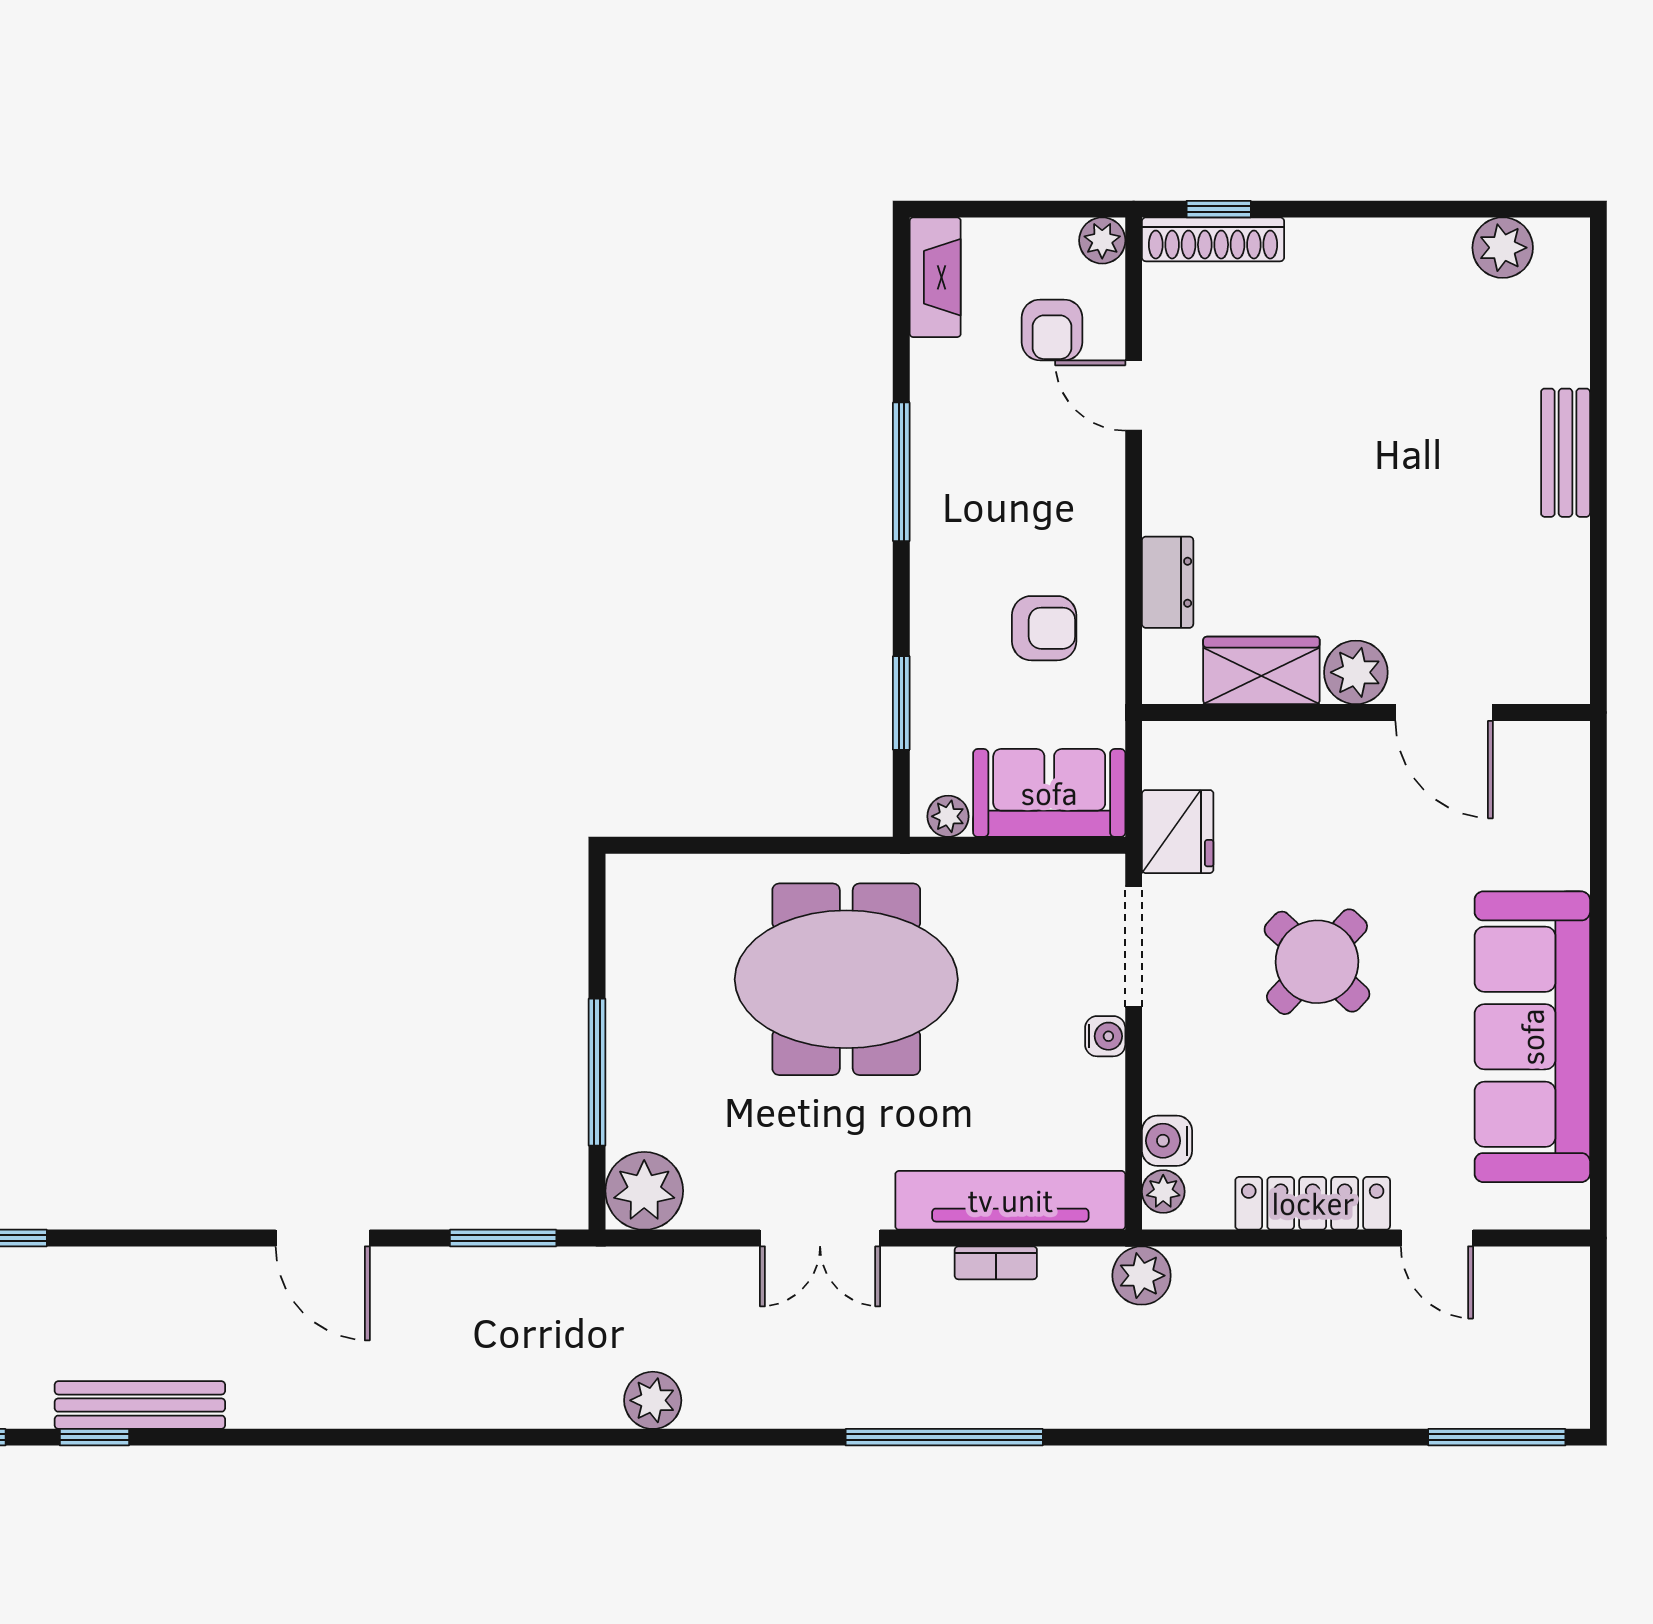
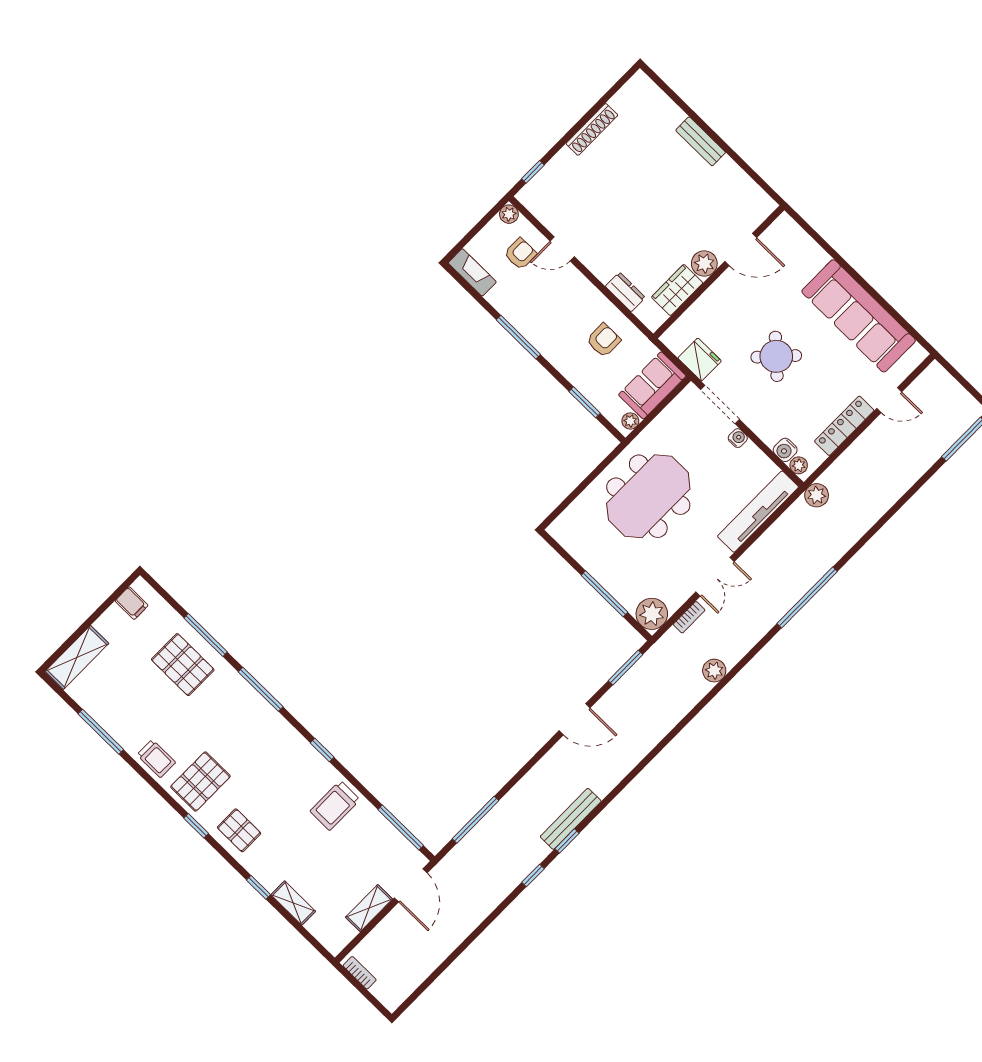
shoe rack: (1213, 239) -> (592, 129), moved
plant: (1503, 248) -> (624, 101), removed
armchair: (1052, 330) -> (520, 254), turned -90
bookcase: (996, 1263) -> (689, 617), moved

